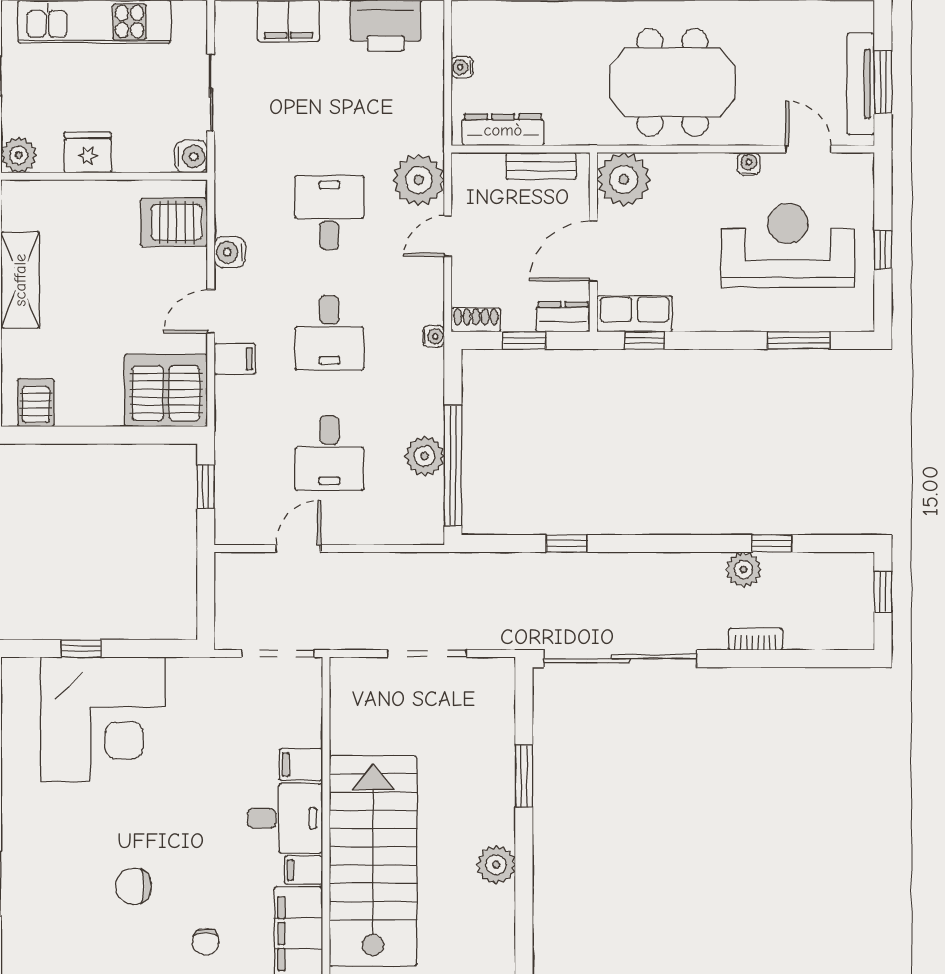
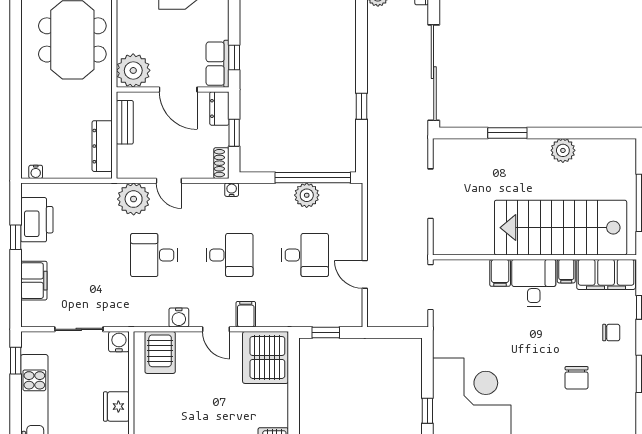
water cooler: (462, 67) -> (36, 172), moved

